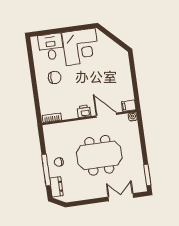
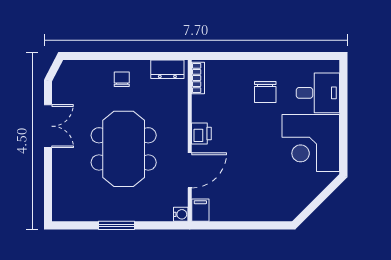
window: (46, 170) -> (111, 56), removed
window: (147, 175) -> (116, 225), moved
dresser: (56, 187) -> (167, 69), moved
double door: (121, 197) -> (48, 126), moved

